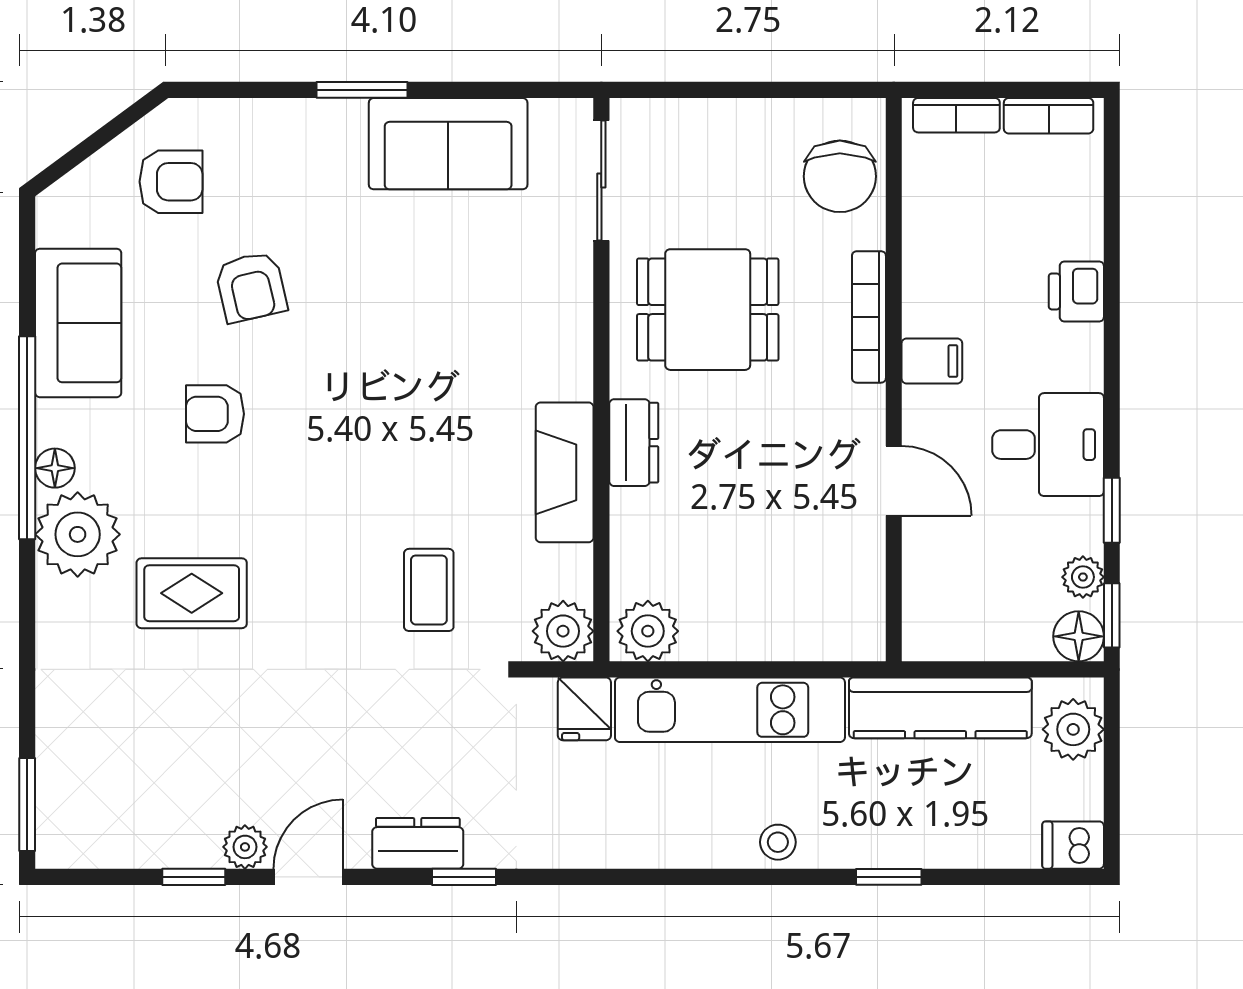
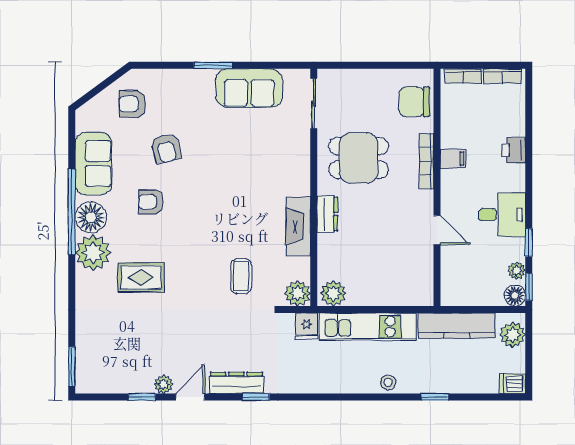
chair: (840, 176) -> (414, 102), turned 90
armchair: (171, 182) -> (132, 104), turned 180
filing cabinet: (932, 361) -> (453, 159), moved
floor lamp: (55, 468) -> (91, 217), width x1.89, depth x1.89
dresser: (418, 843) -> (236, 383), width x1.44

